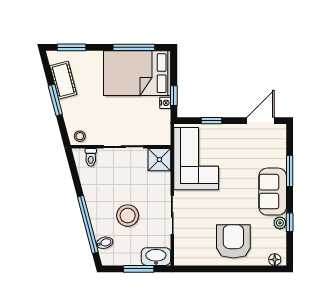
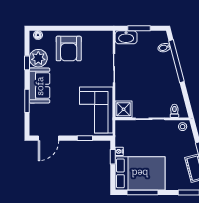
stool: (128, 216) -> (147, 68), removed
plant: (280, 223) -> (38, 58), width x1.88, depth x1.88

